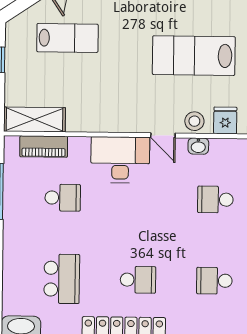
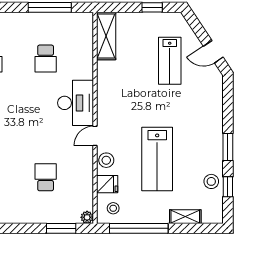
lab bench: (194, 56) -> (157, 159), turned 180
washbasin: (198, 146) -> (87, 163), removed
piano: (44, 147) -> (85, 43), removed

